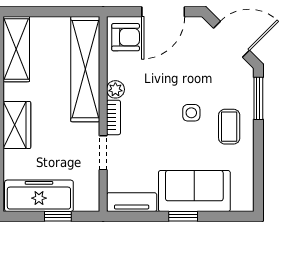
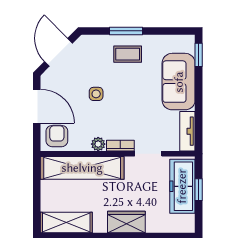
window: (258, 98) -> (126, 31), moved
side table: (191, 113) -> (96, 94), moved
freezer: (39, 196) -> (182, 186), moved
window: (183, 216) -> (199, 55), moved

